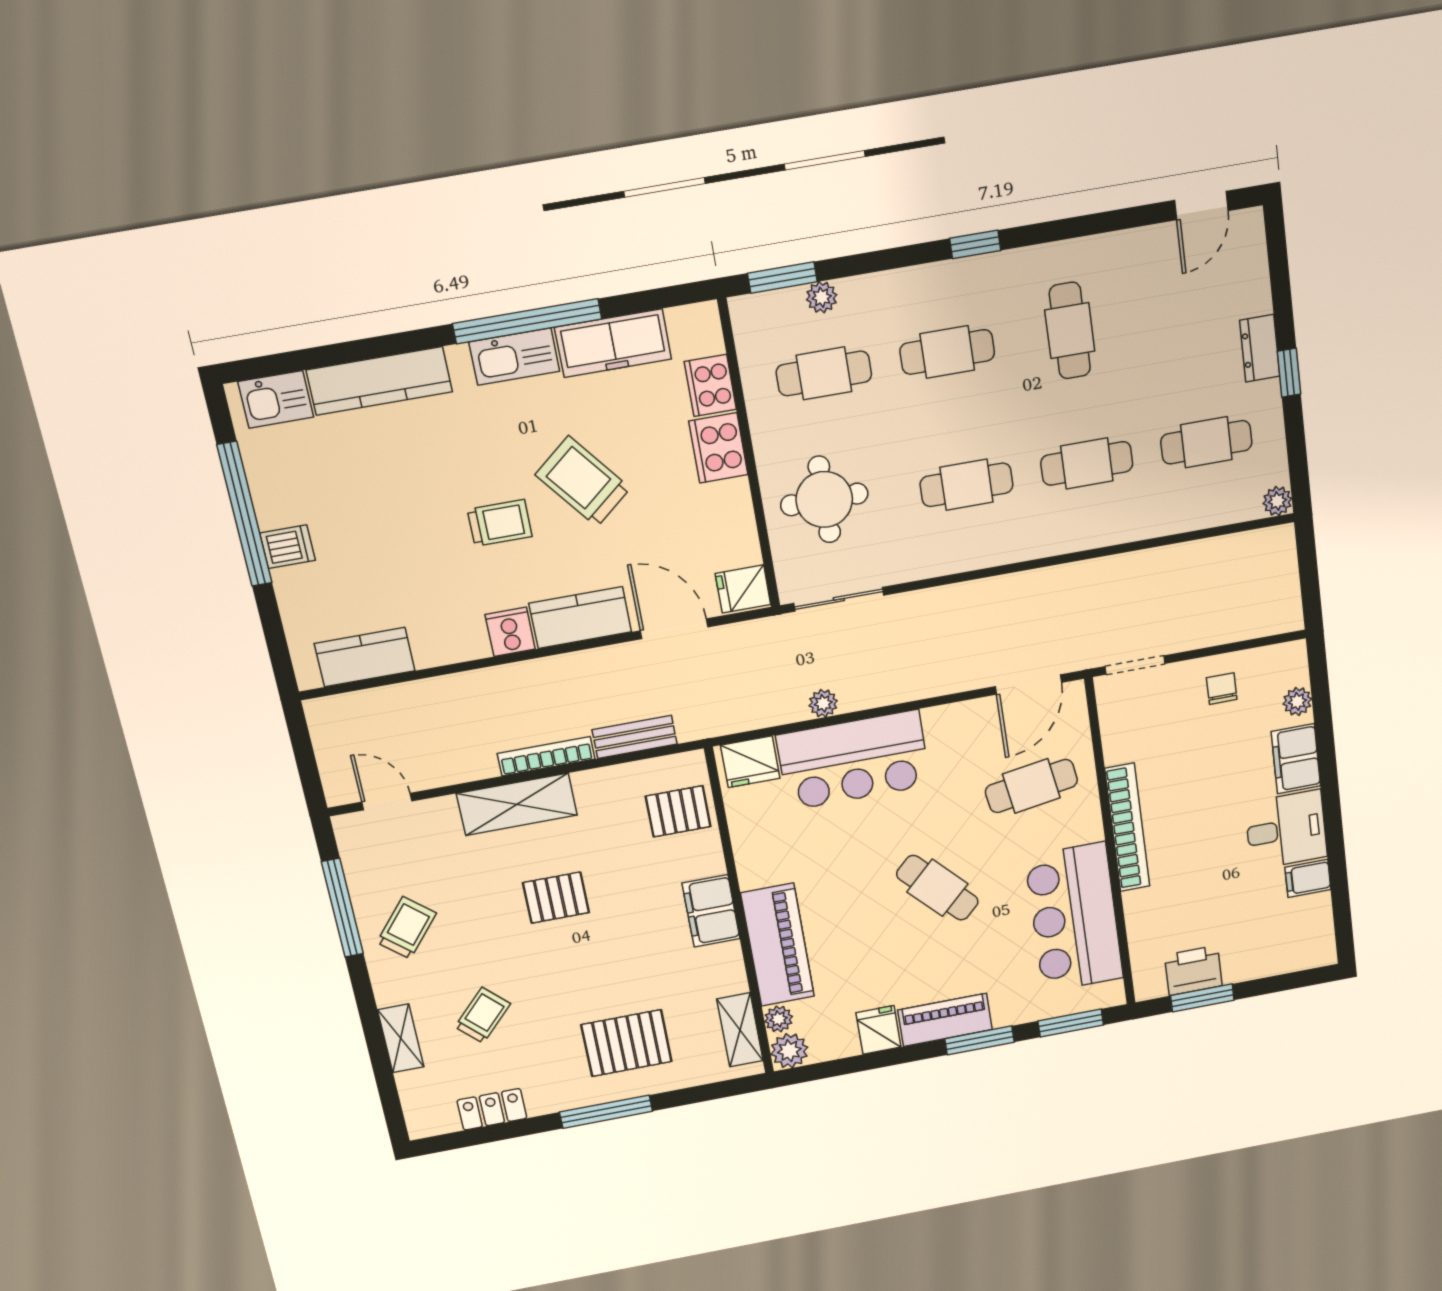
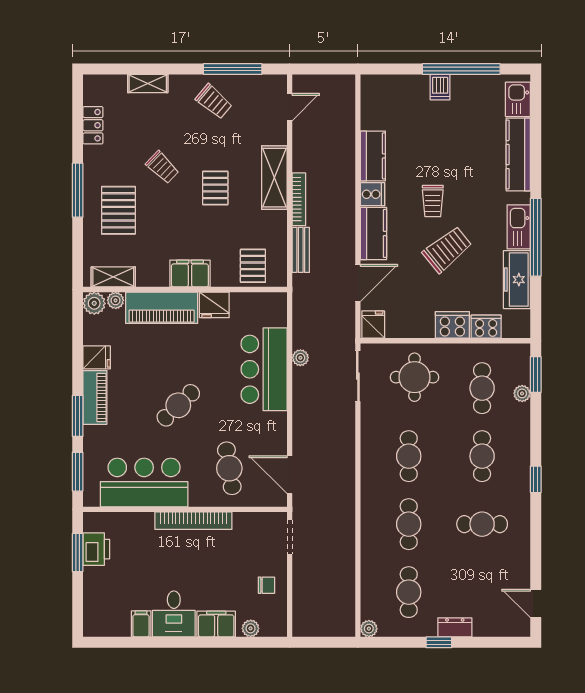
kitchen counter: (365, 657) -> (373, 156), moved
fridge: (750, 762) -> (214, 305), moved, turned -90
trolley: (483, 1015) -> (162, 167), moved

